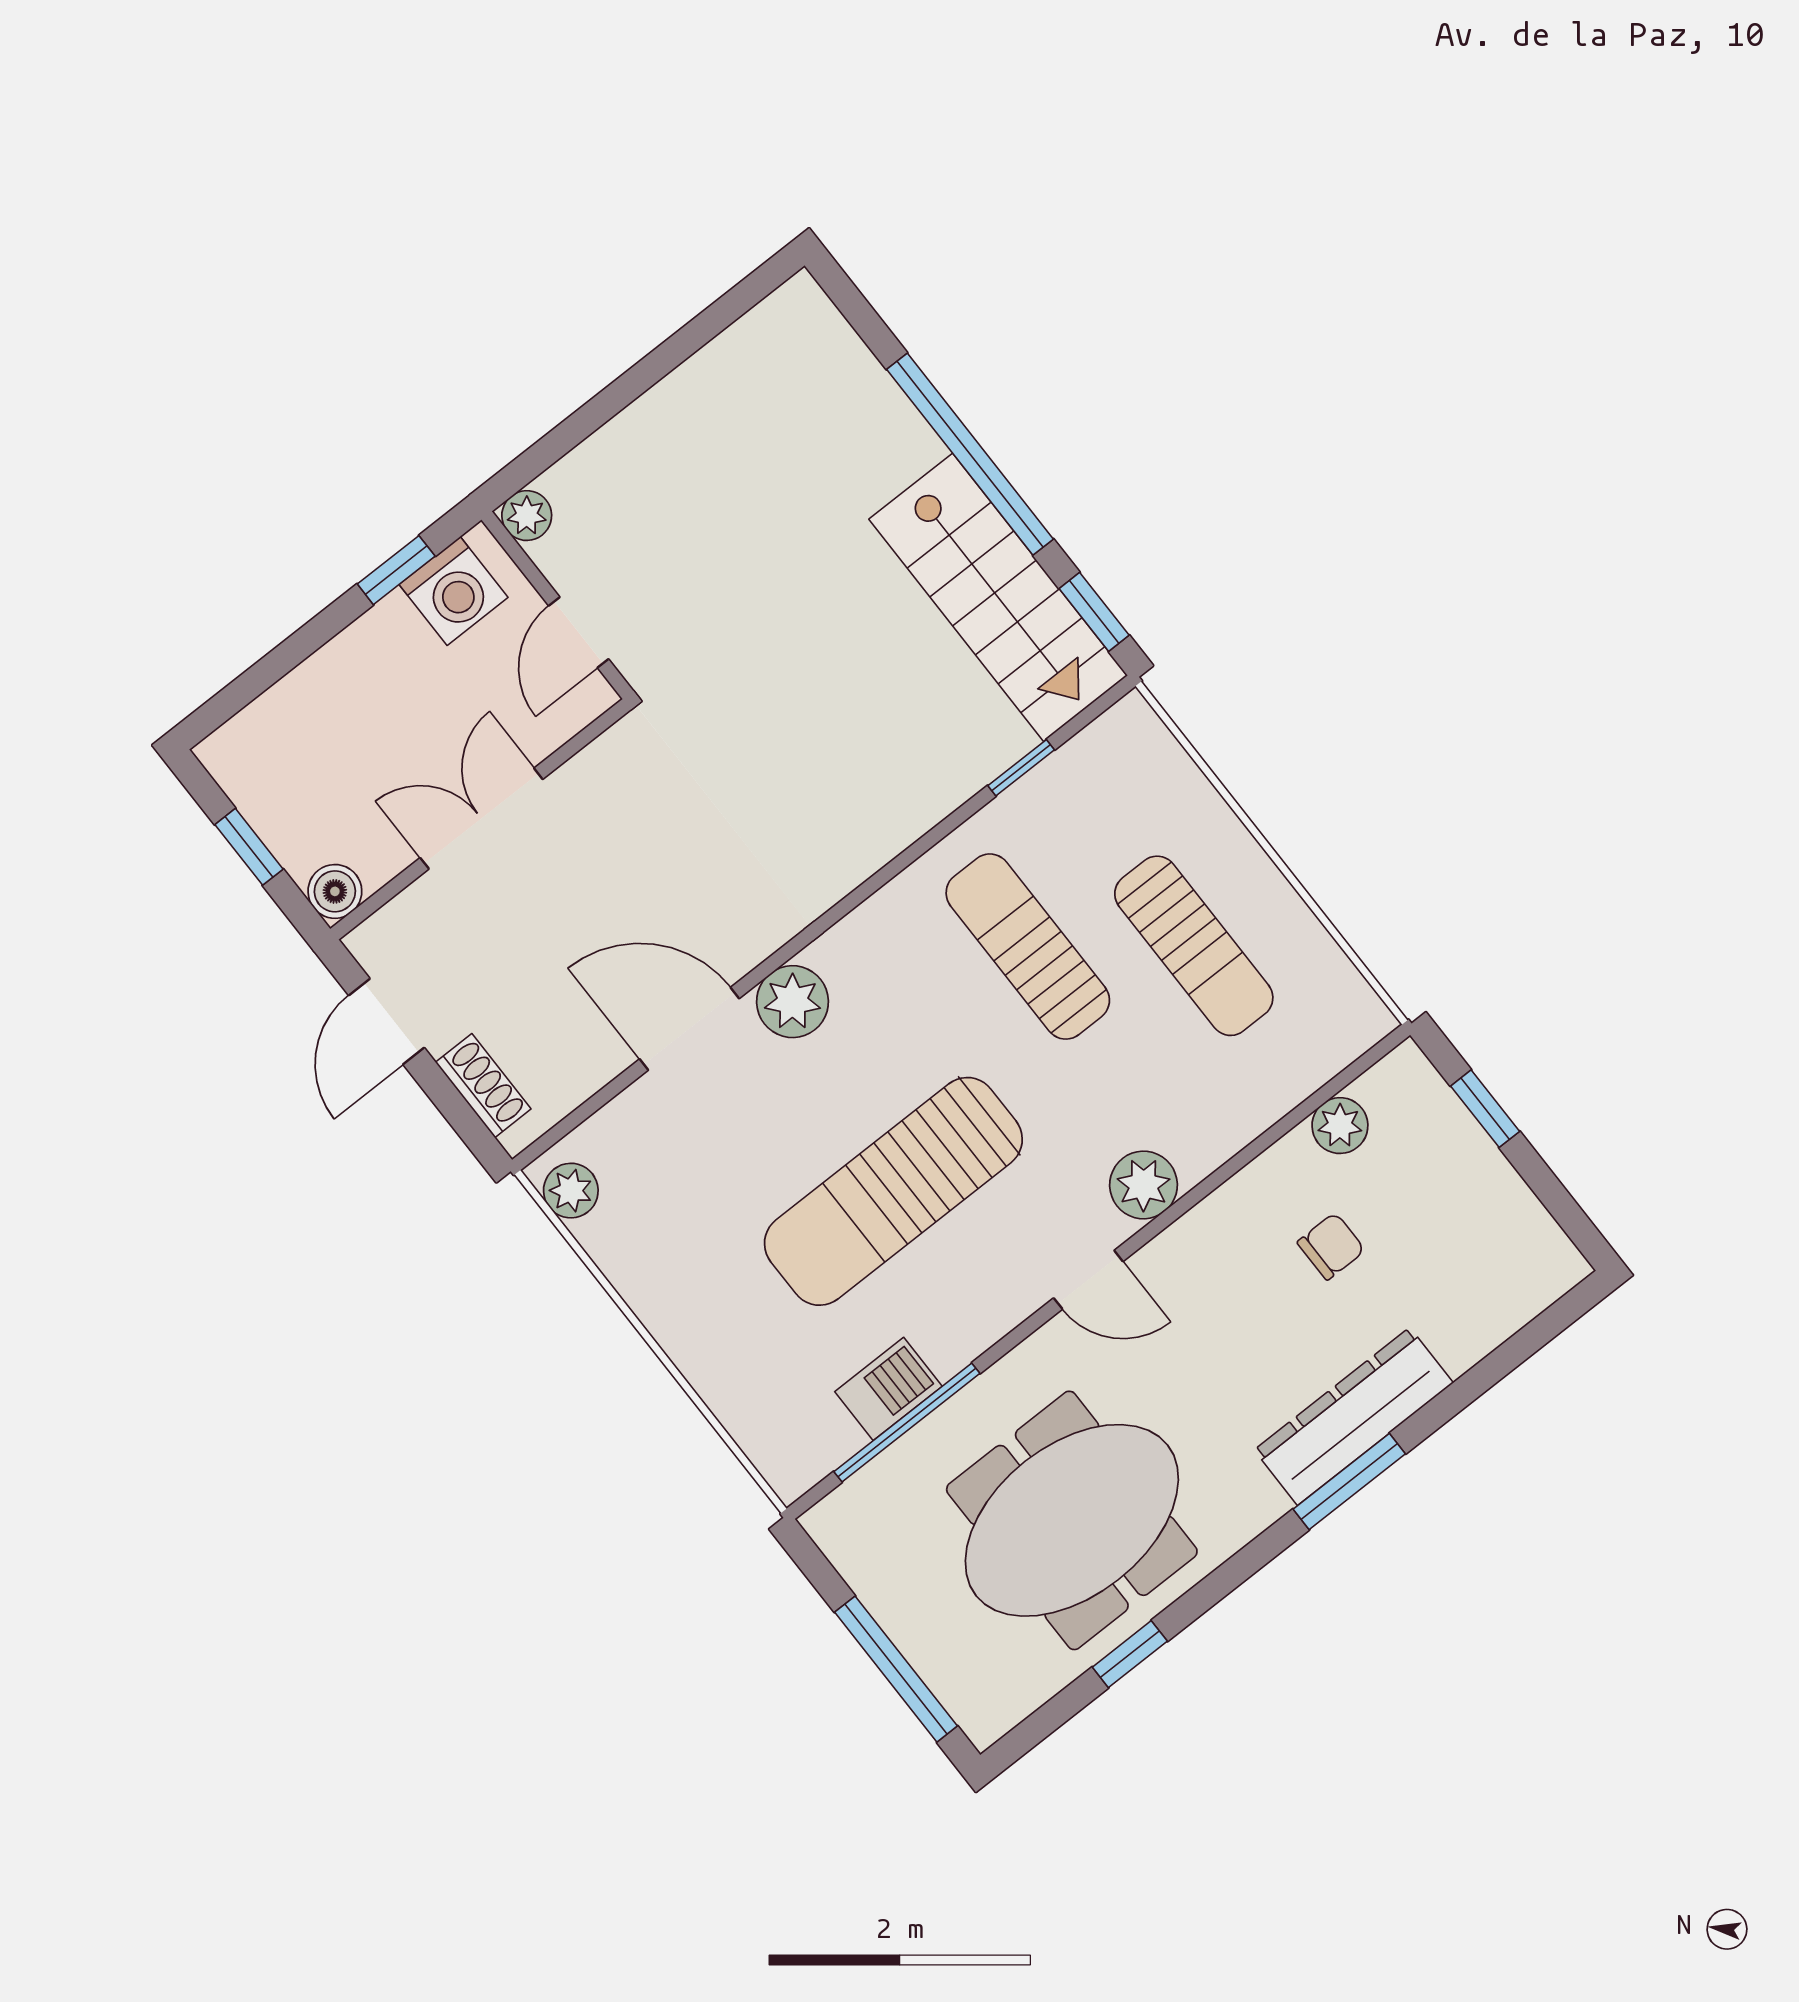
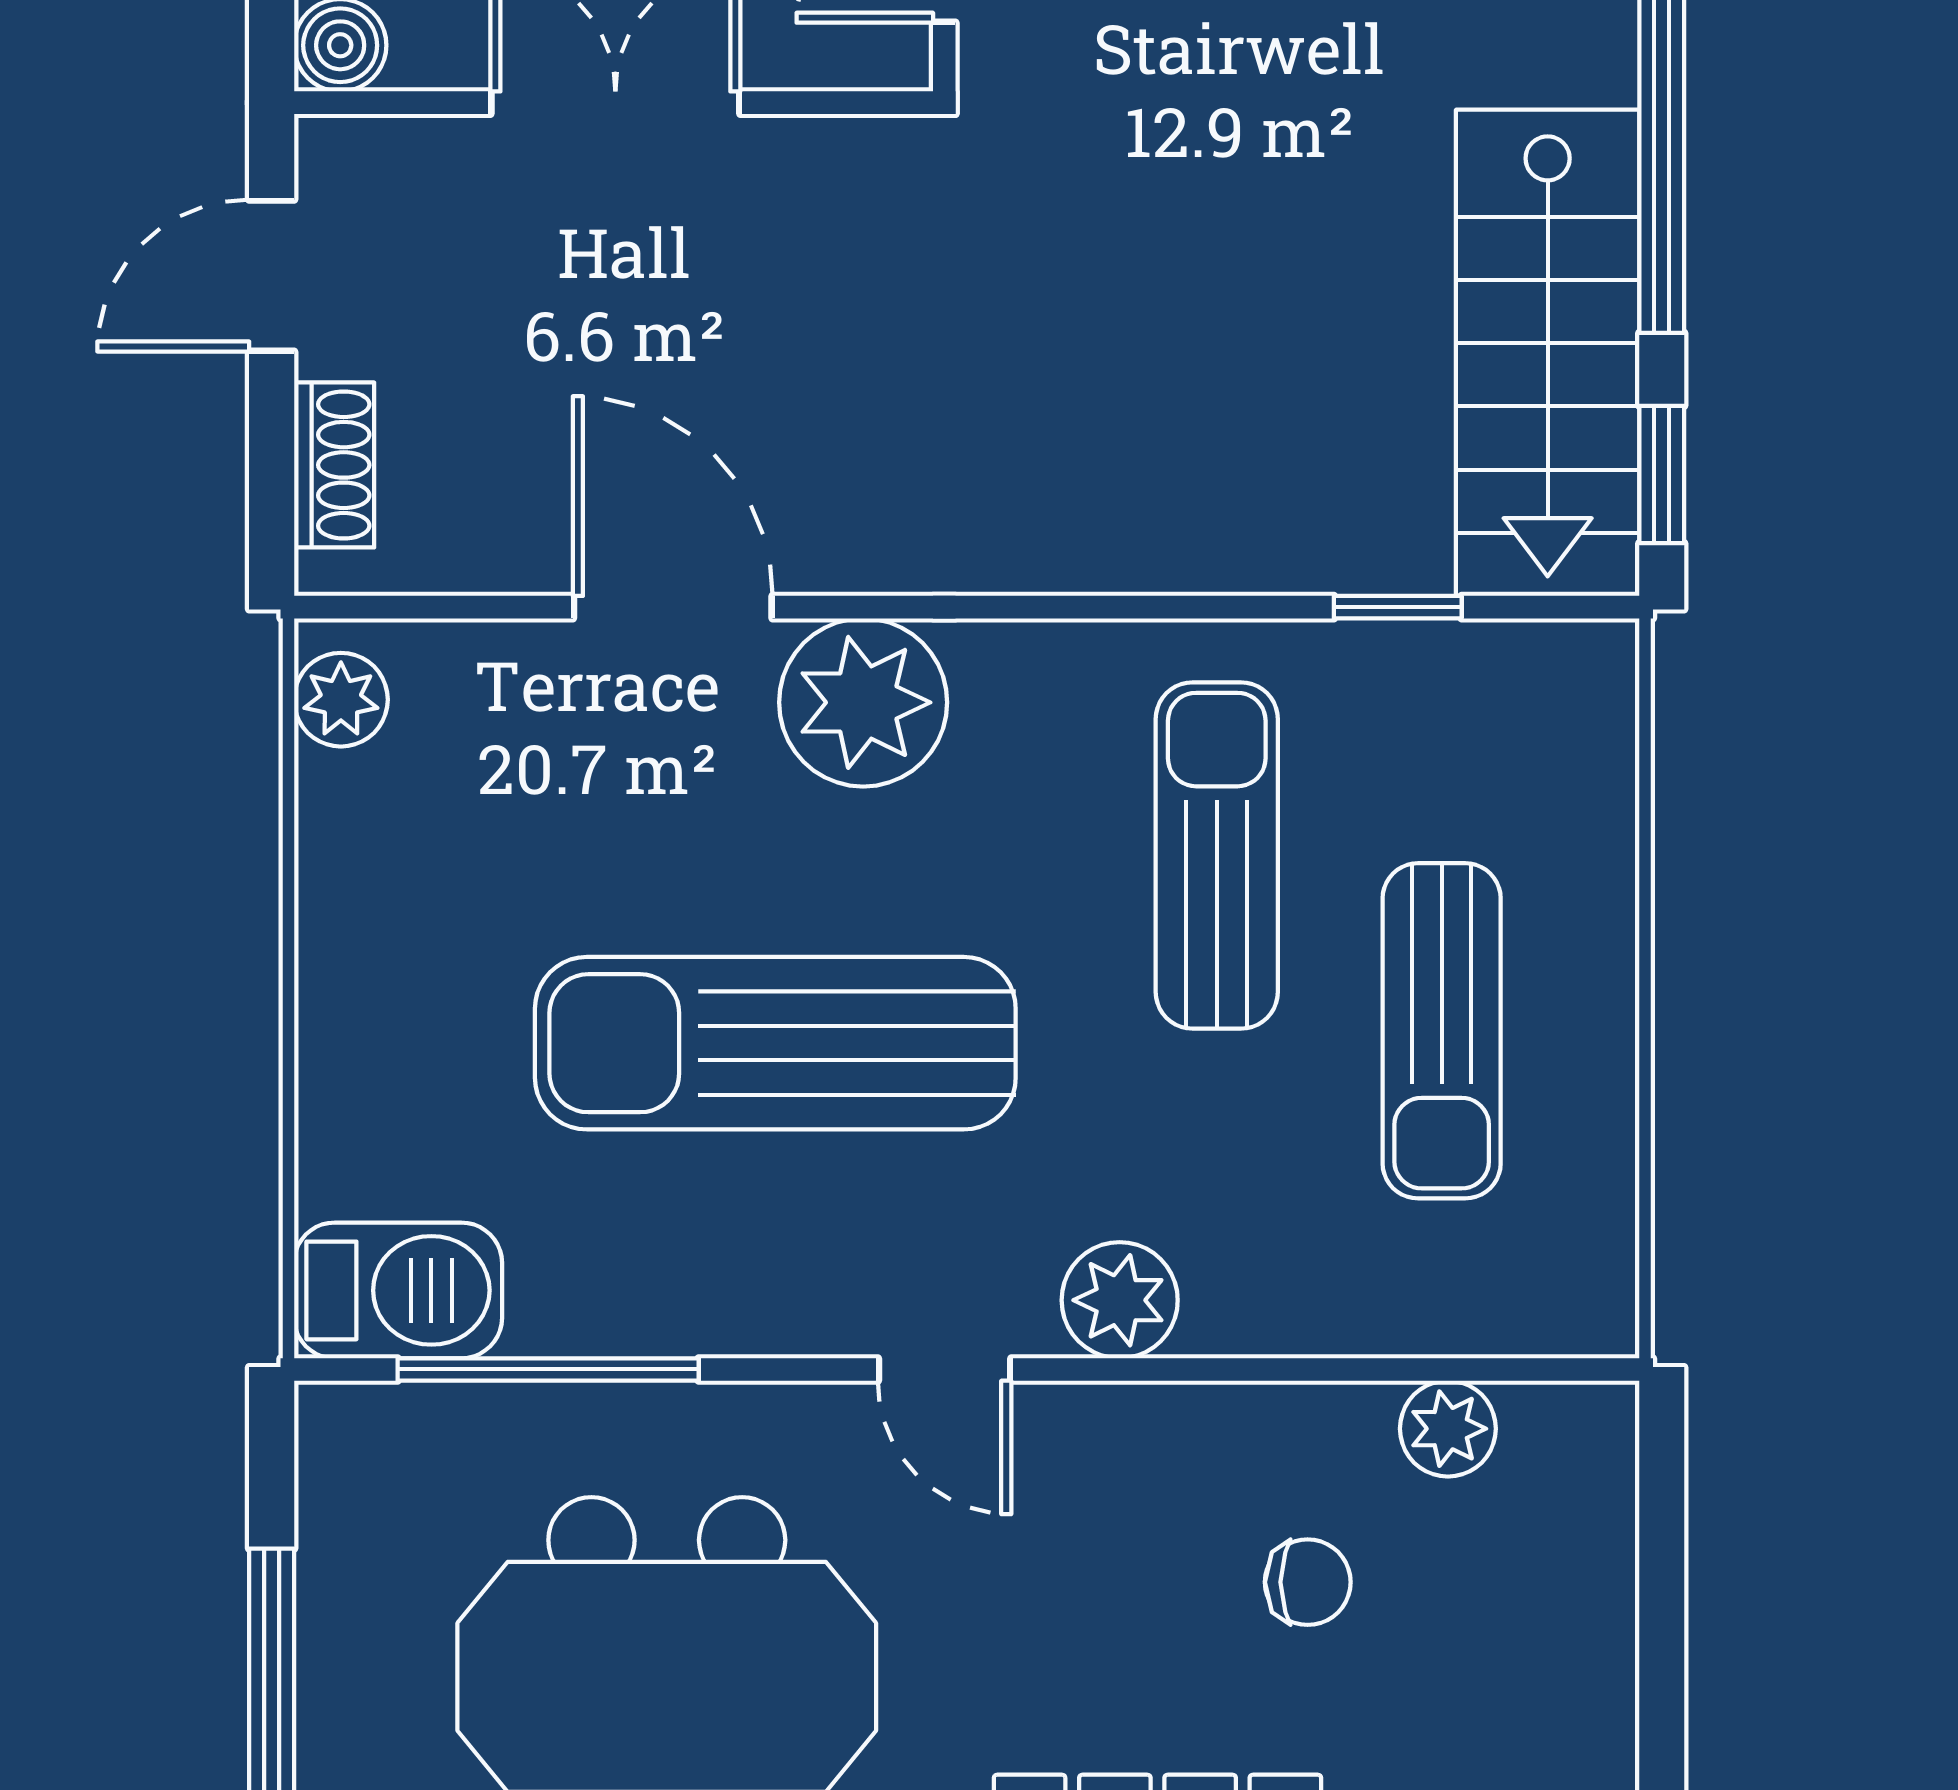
plant: (793, 1002) -> (863, 702), width x1.36, depth x1.36
window: (1485, 1109) -> (1662, 1560), removed
barbecue: (888, 1389) -> (398, 1290), moved, width x1.38, depth x1.27

